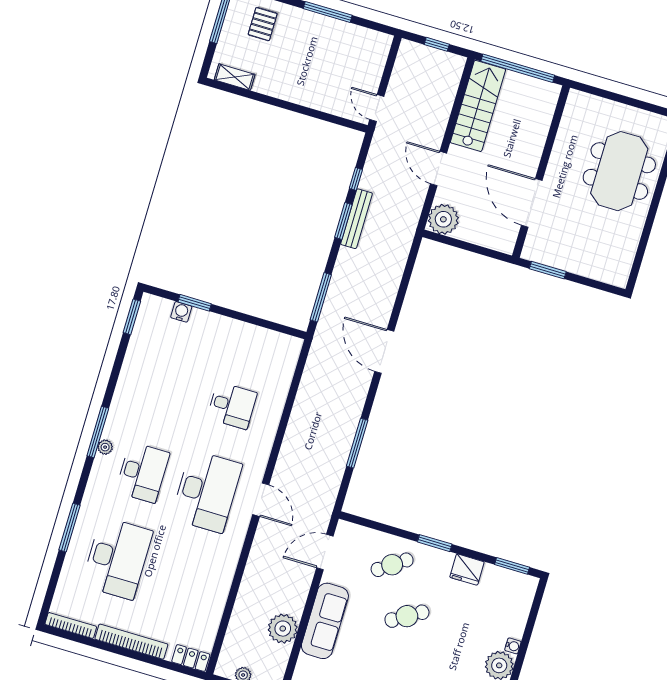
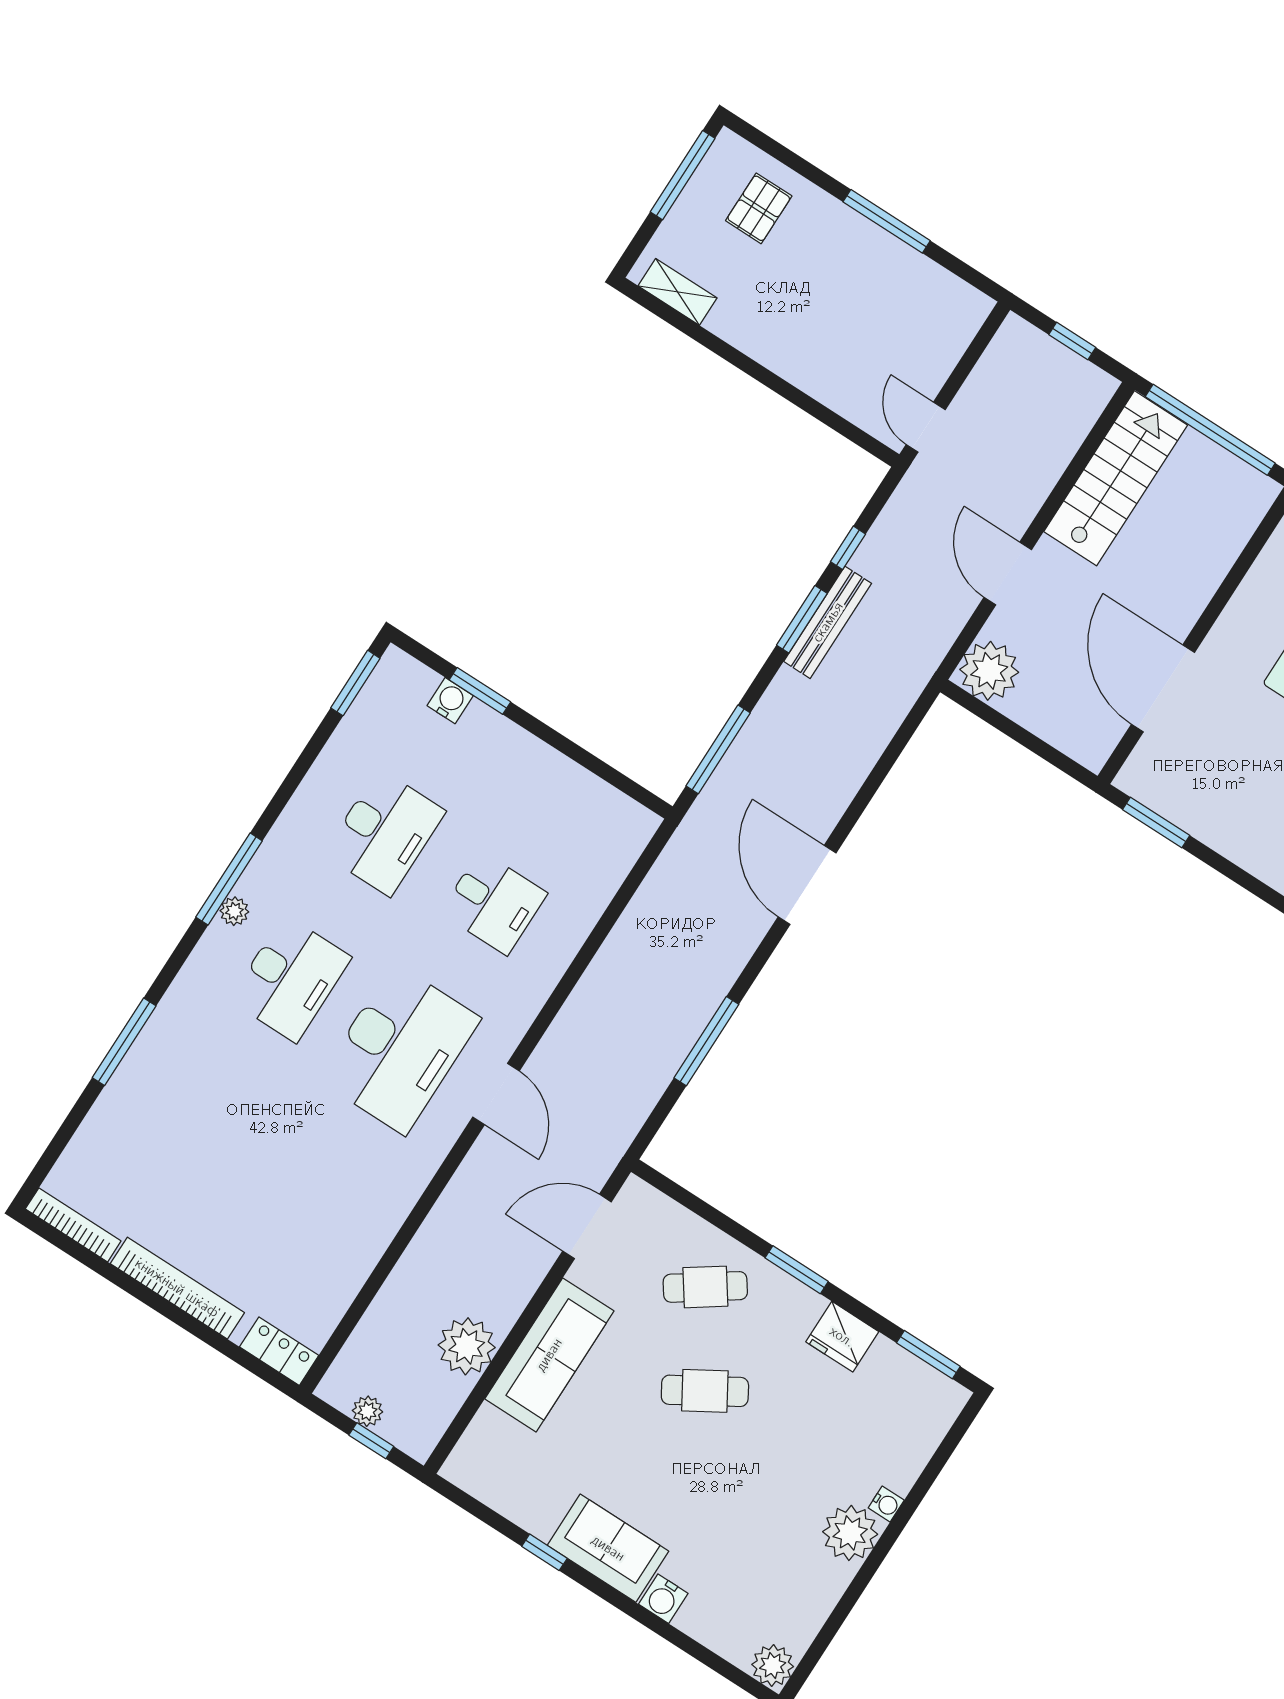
desk: (117, 558) -> (385, 833), moved, width x0.73, depth x0.77

